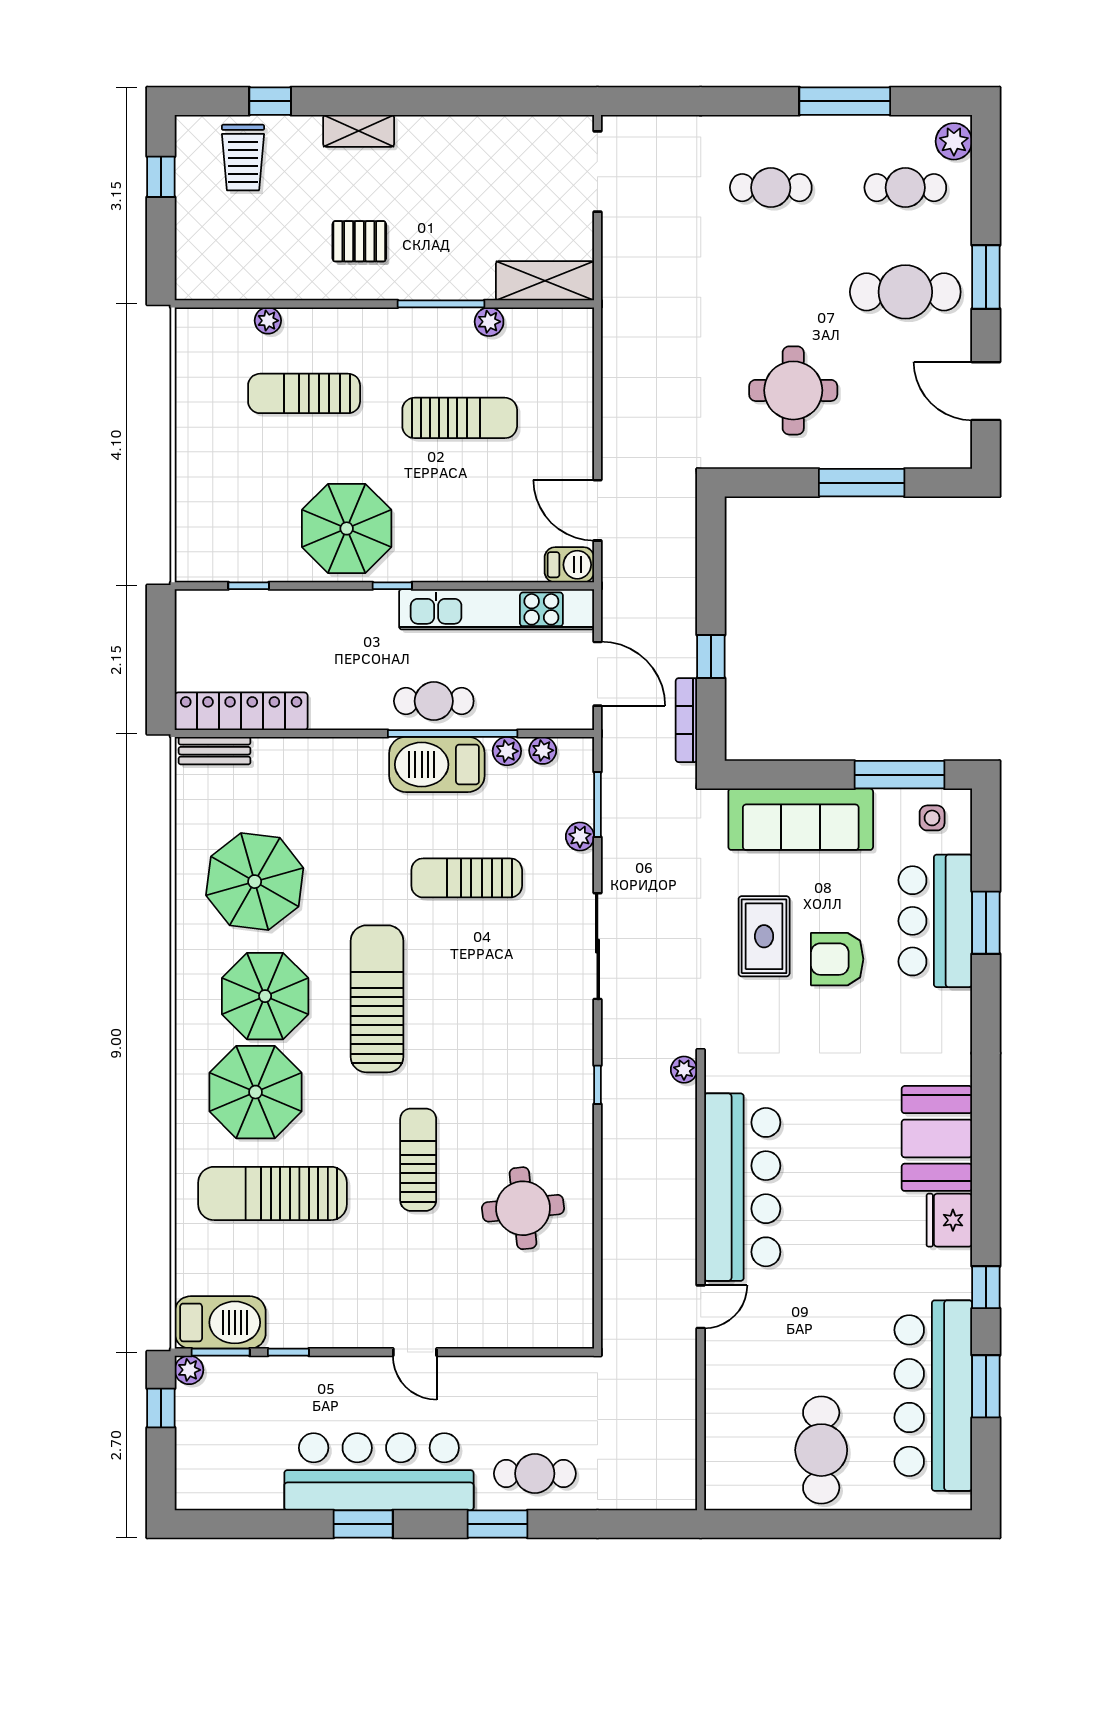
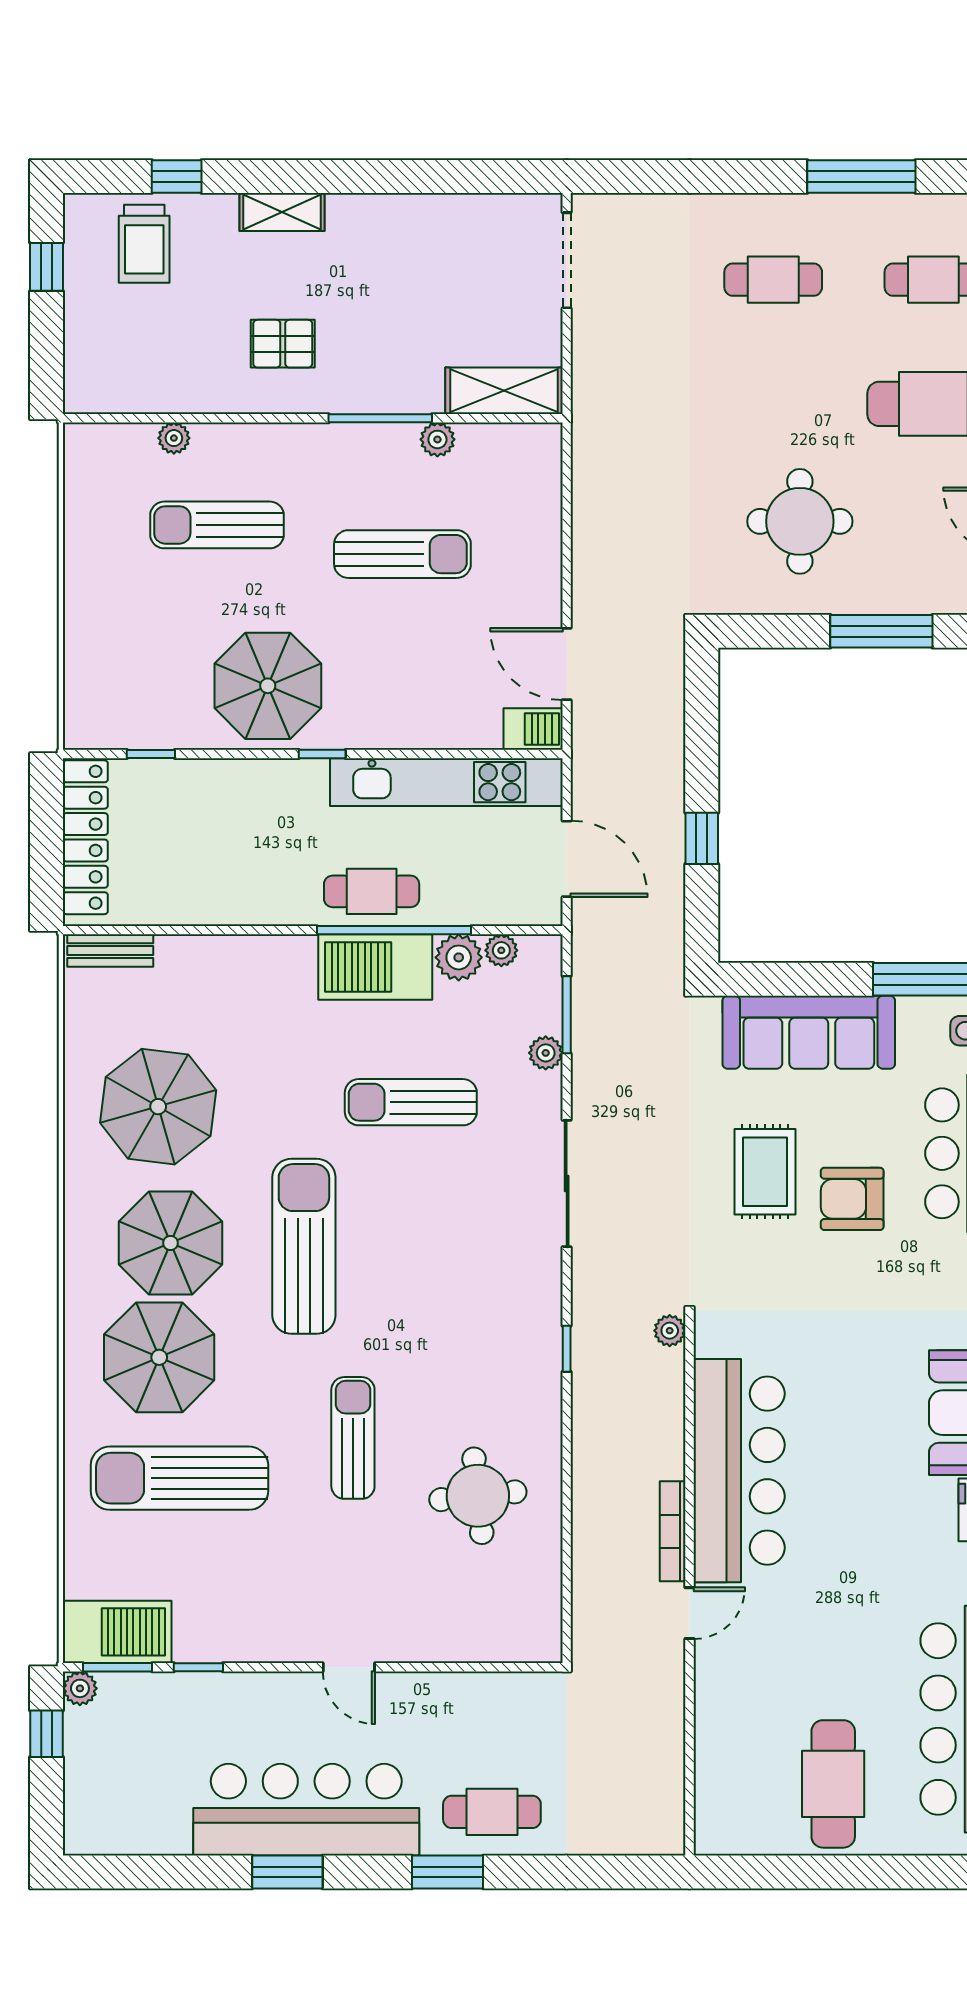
locker: (241, 711) -> (85, 837), moved, turned 90
bookcase: (686, 720) -> (673, 1531), moved
plant: (507, 751) -> (459, 957), width x1.38, depth x1.38

